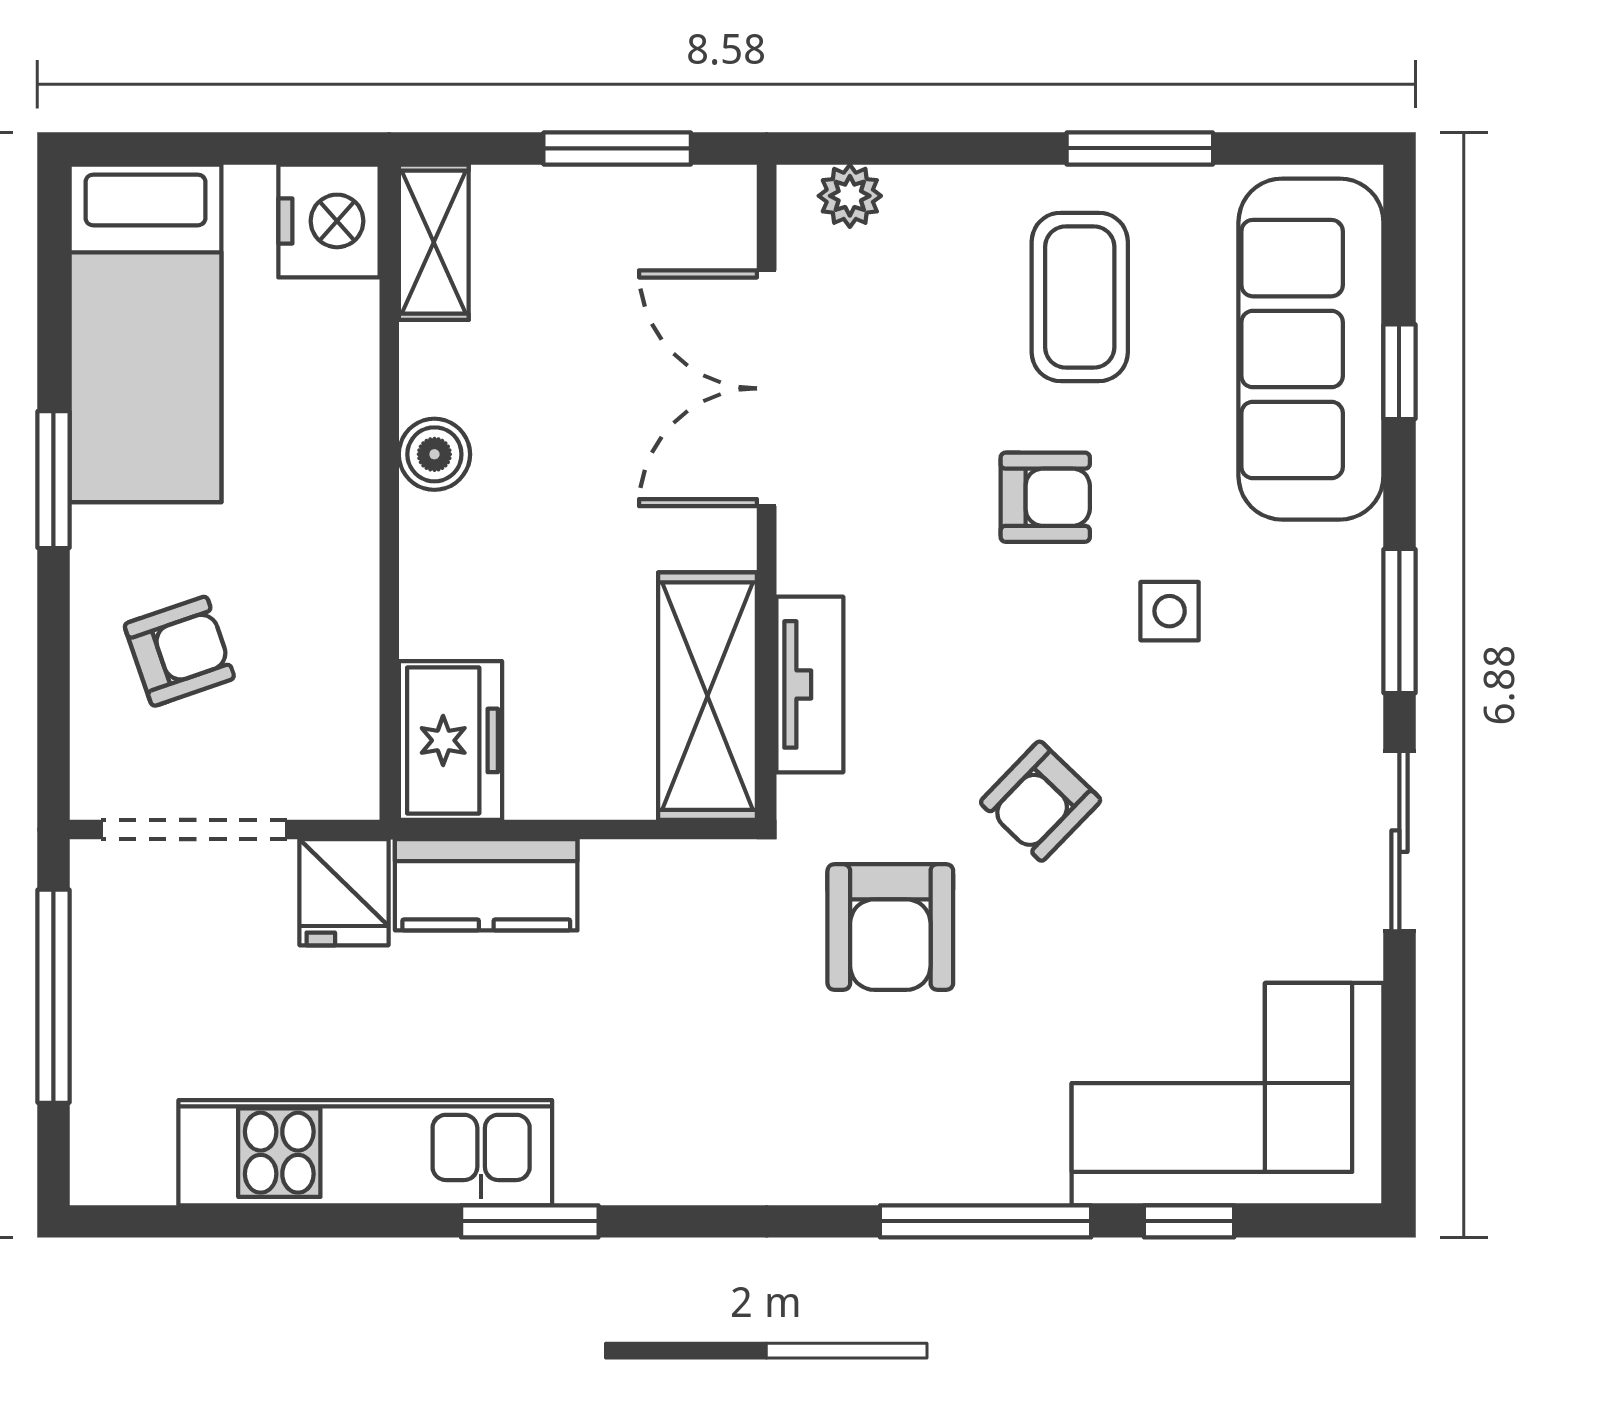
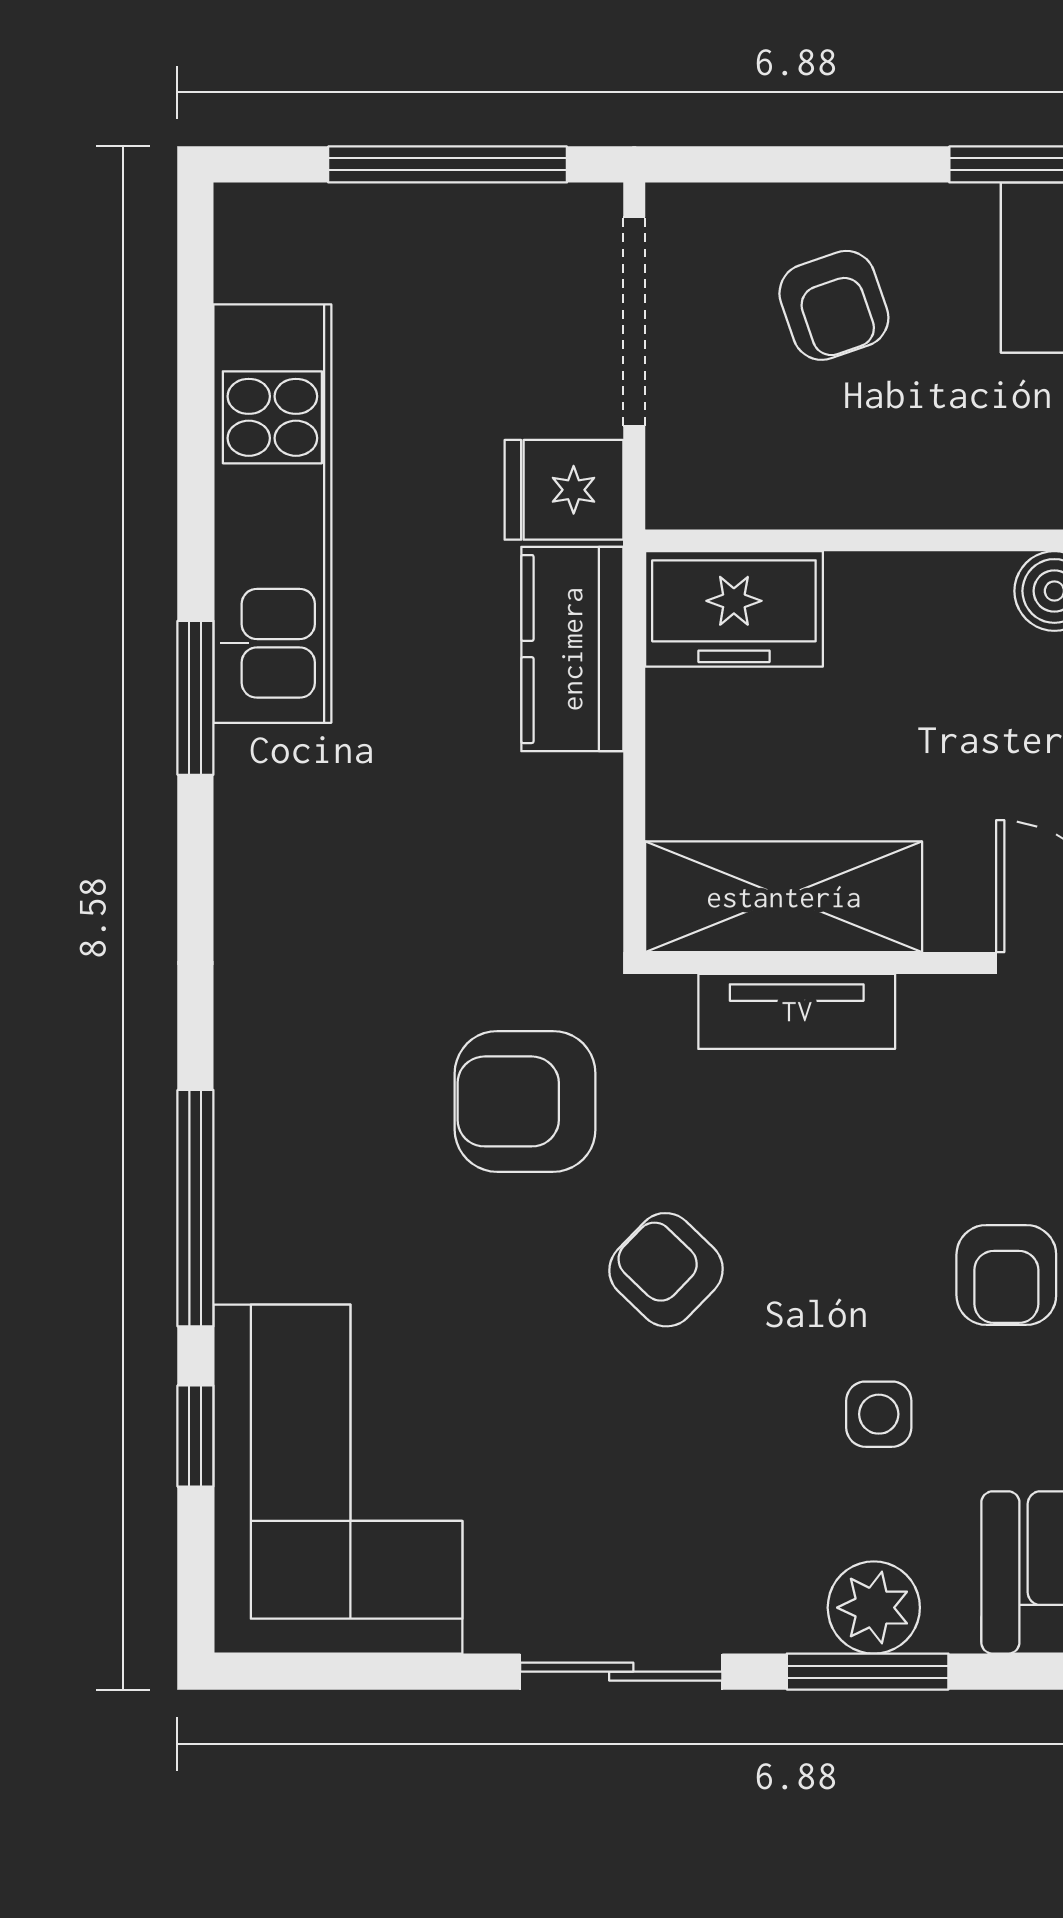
plant: (1342, 616) -> (874, 1608), added

